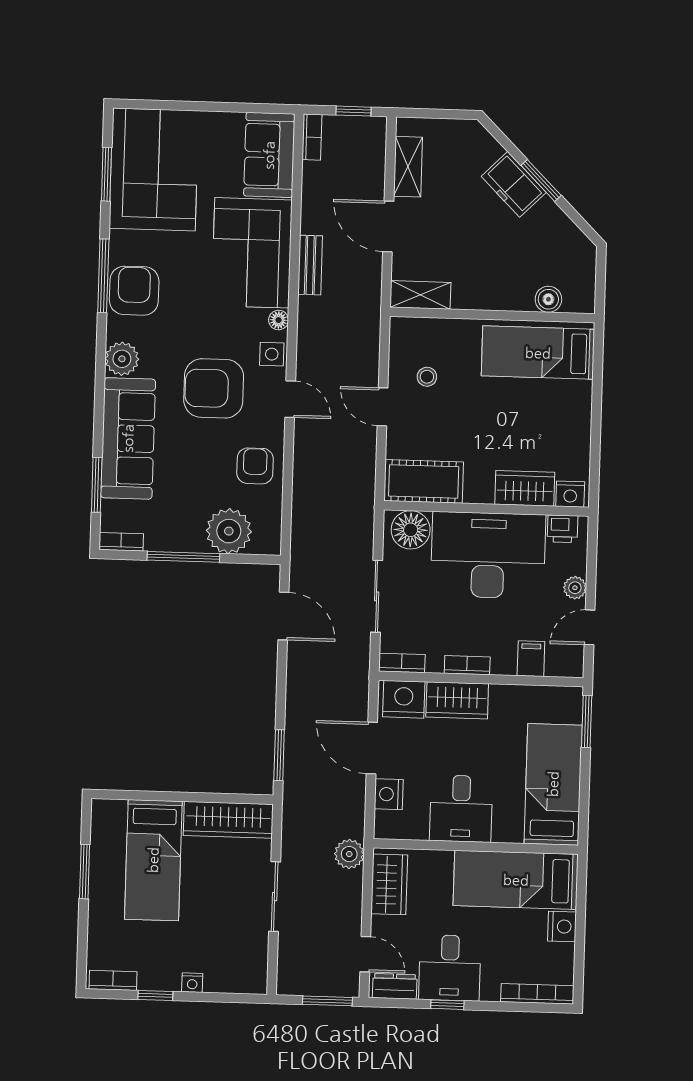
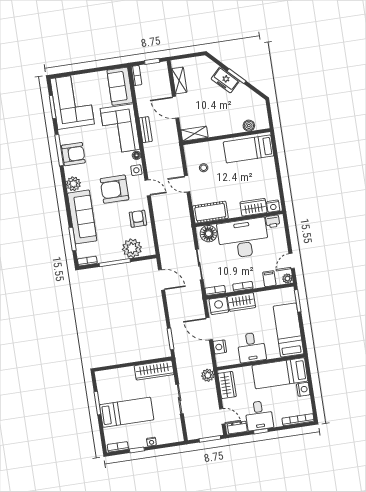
armchair: (134, 291) -> (73, 154), turned 90
plant: (575, 588) -> (287, 279), moved
bed: (153, 860) -> (127, 412), moved, turned -90

